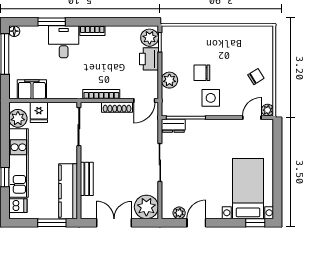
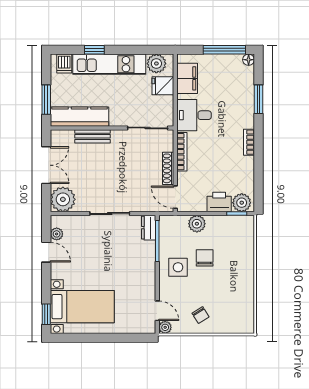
desk: (64, 42) -> (194, 115), moved, turned 180

